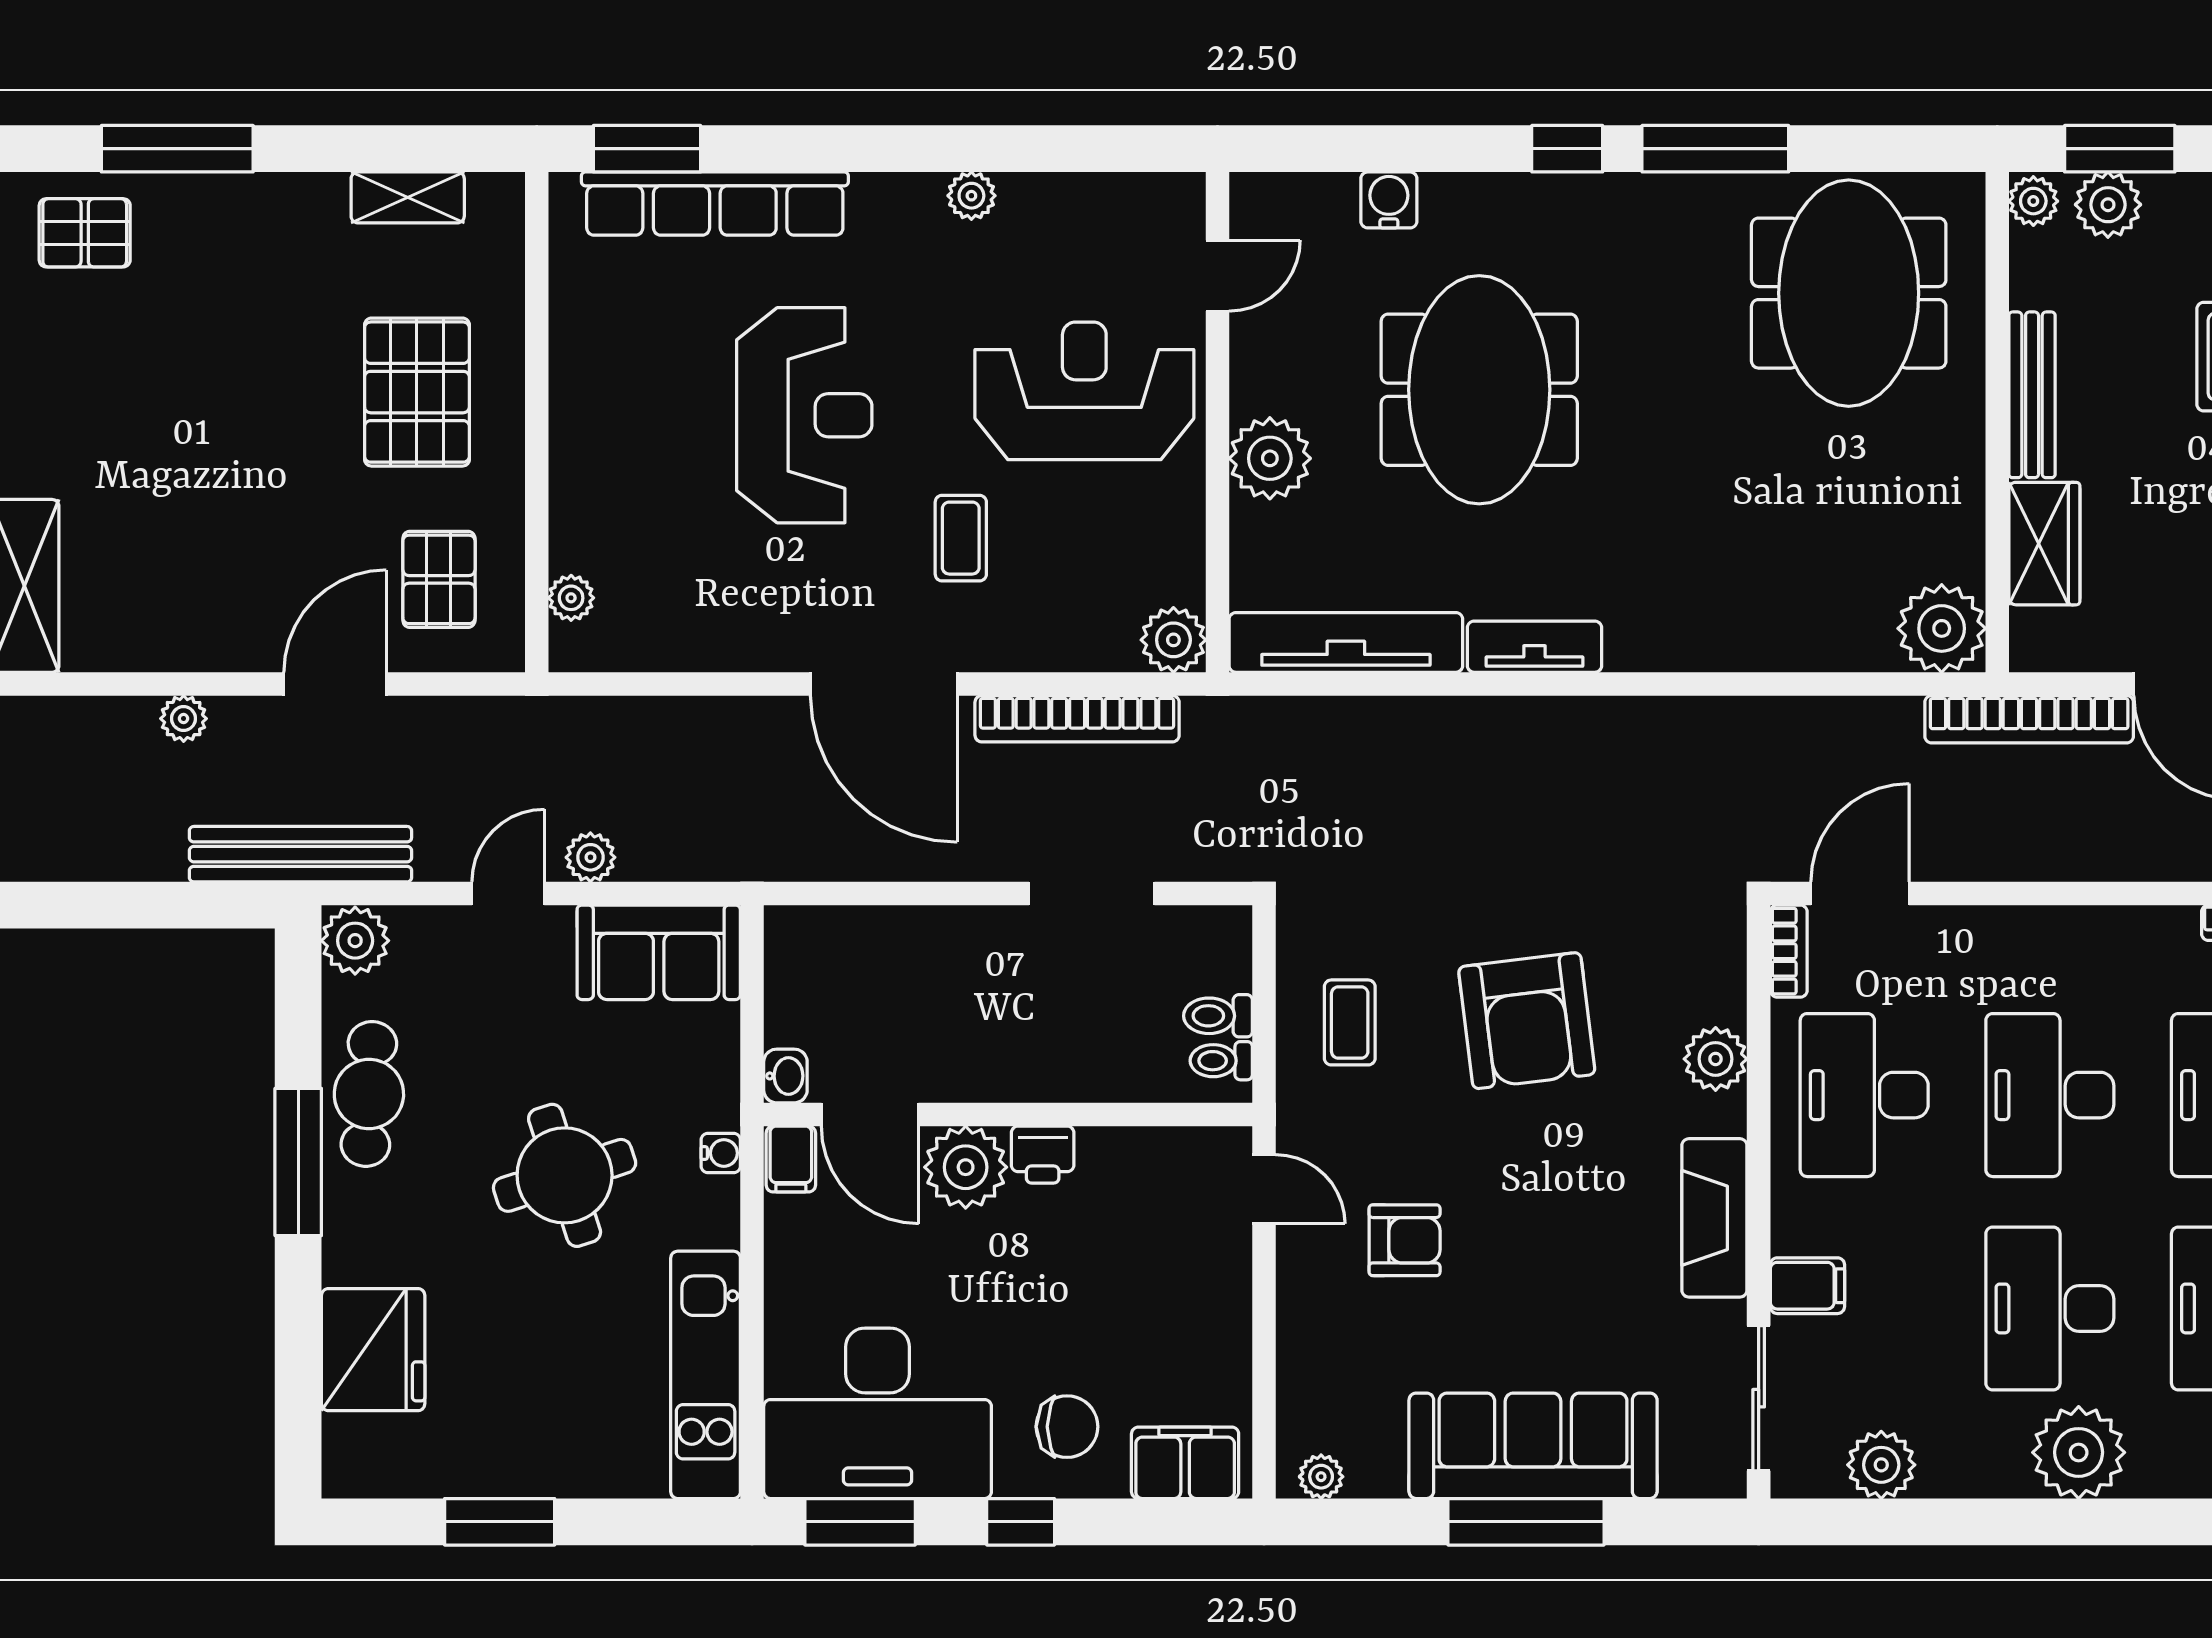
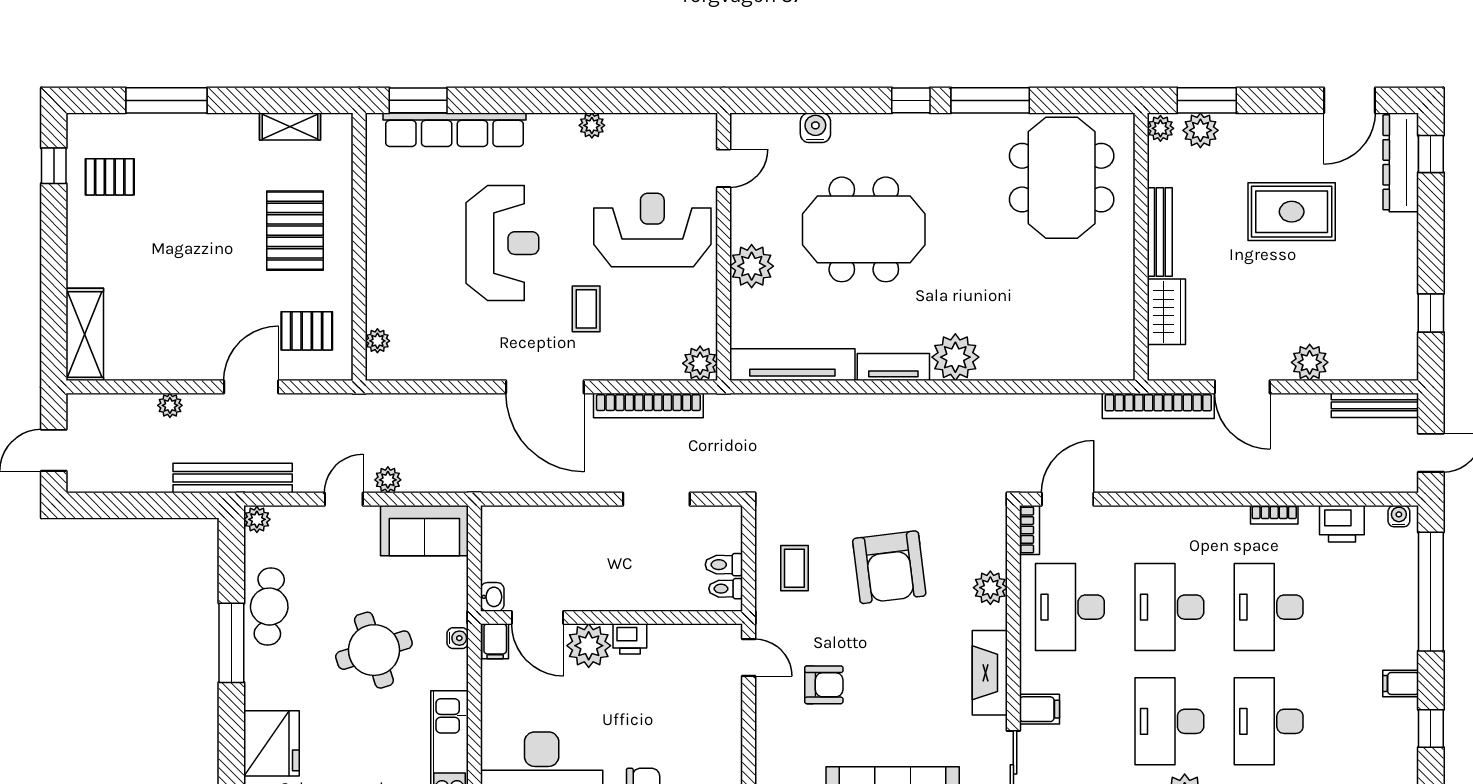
pallet: (85, 233) -> (110, 177), moved
meeting table: (1479, 390) -> (864, 229), turned 90
pallet: (439, 579) -> (307, 331), turned 90
plant: (1942, 628) -> (955, 357), moved
plant: (355, 941) -> (257, 519), width x0.73, depth x0.73

